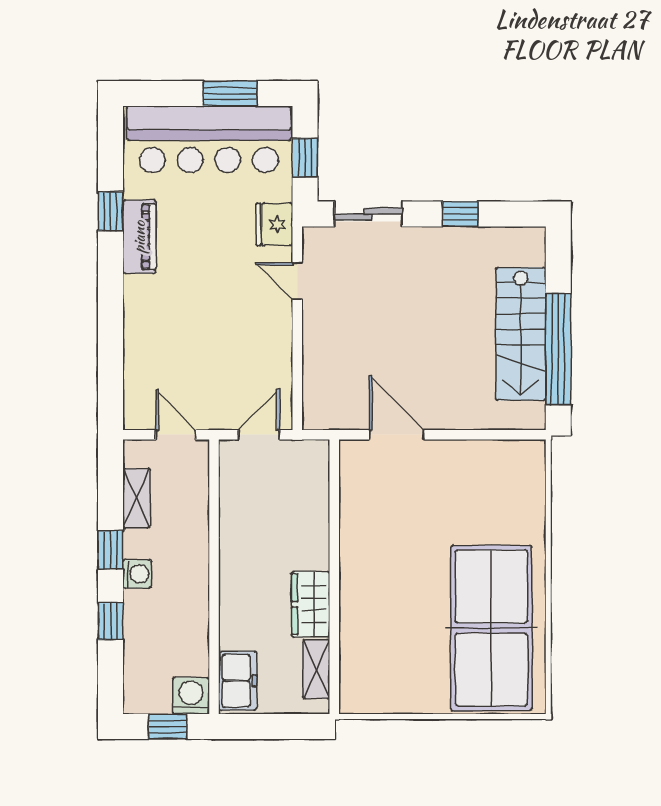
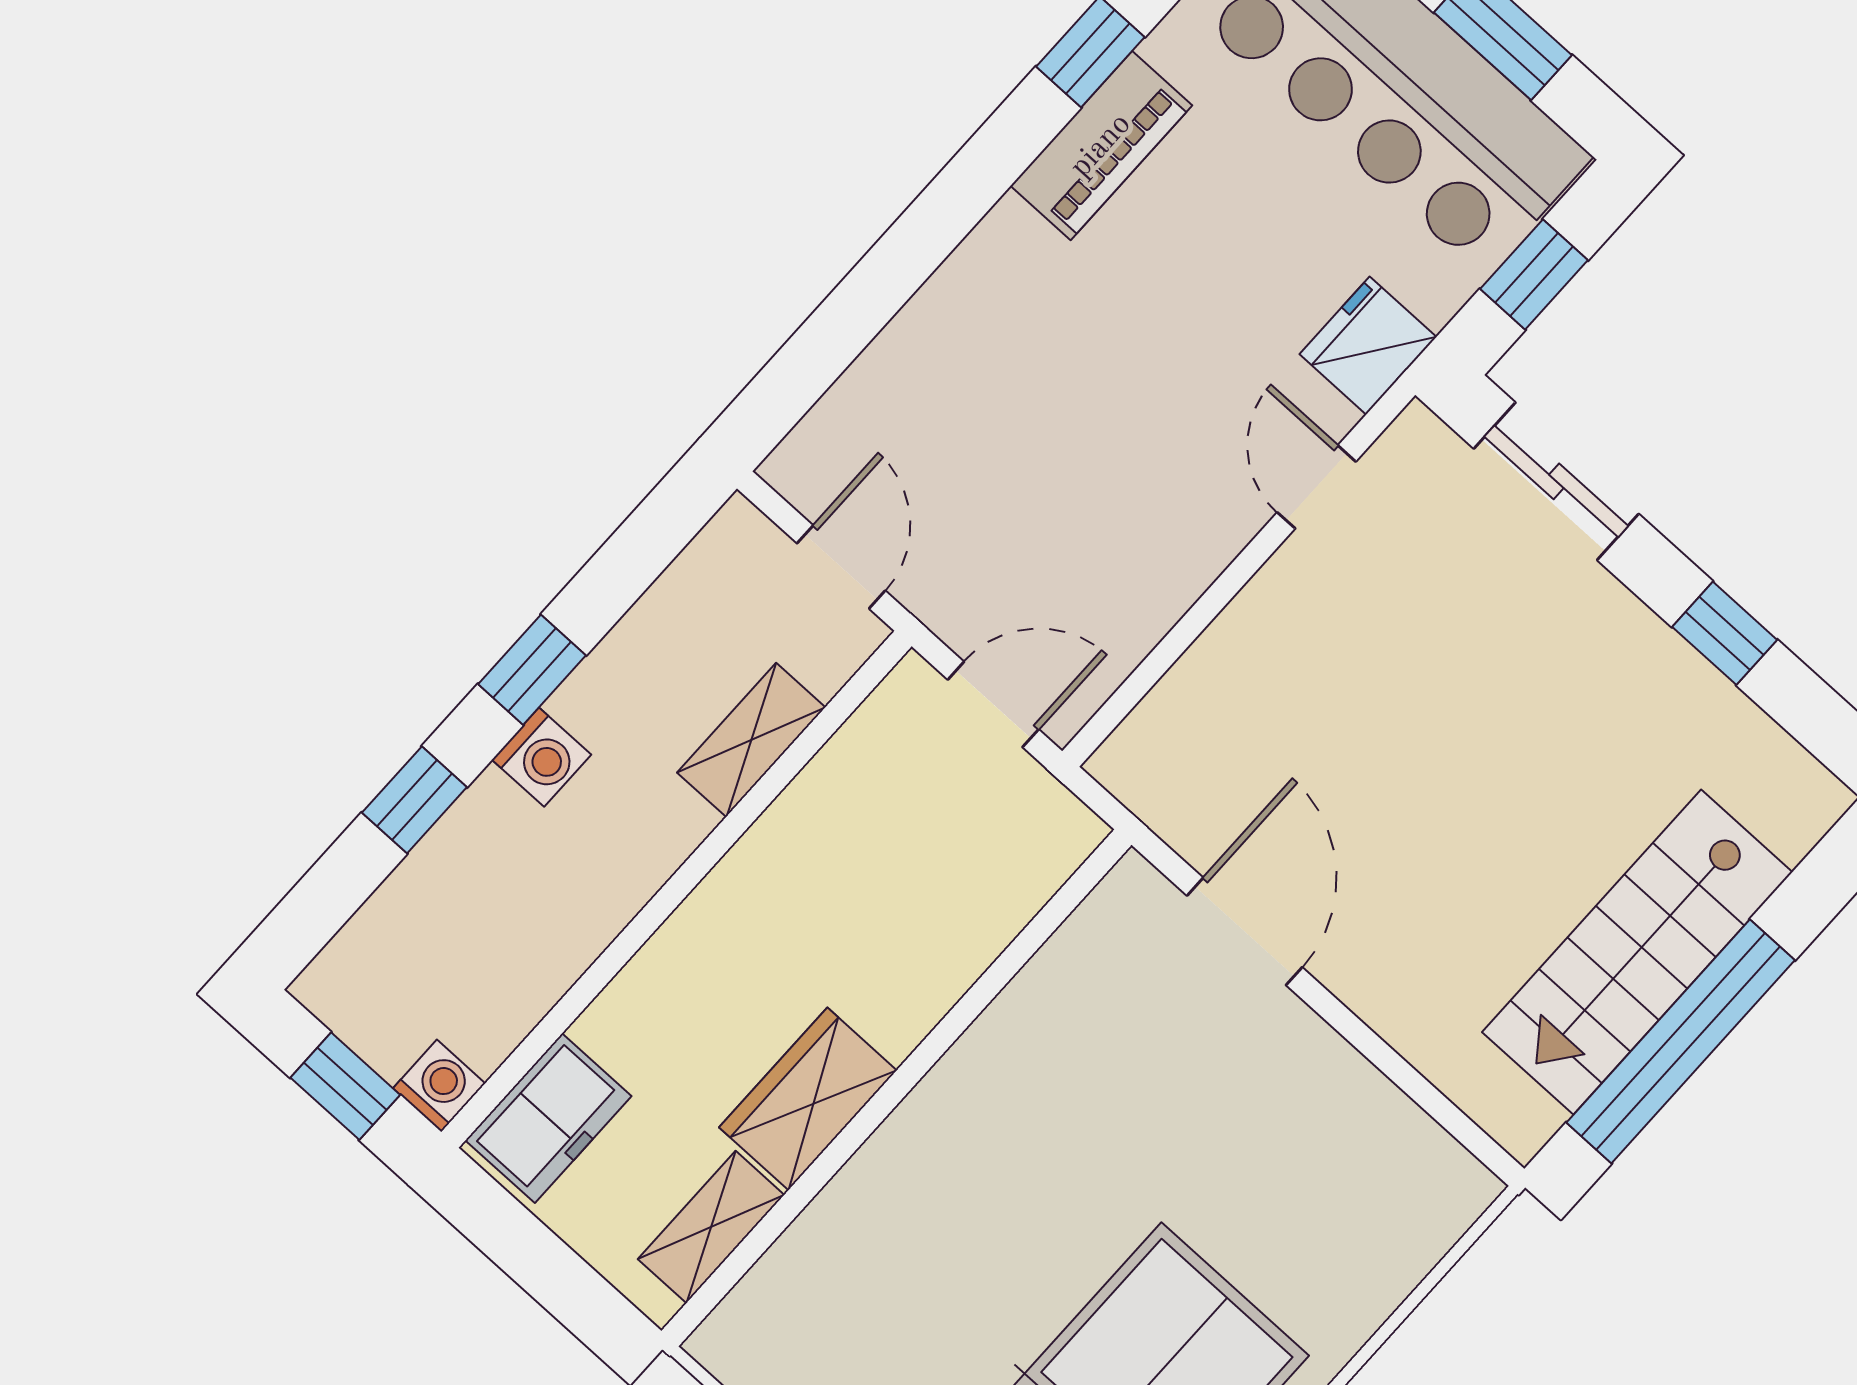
shelving: (136, 498) -> (751, 740), moved
washing machine: (191, 696) -> (439, 1086), width x0.73, depth x0.73

